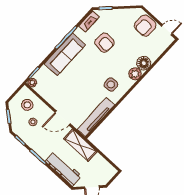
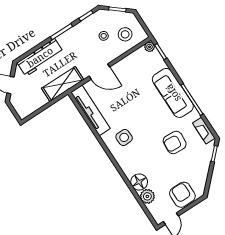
plant: (135, 74) -> (147, 196), moved
door: (63, 118) -> (99, 72), swing flipped

